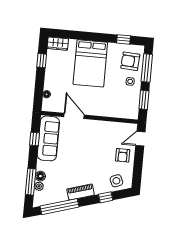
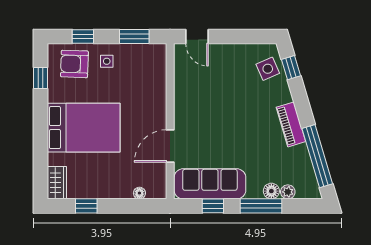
armchair: (130, 61) -> (74, 64), turned 88
window: (147, 68) -> (83, 37), width x0.46
armchair: (123, 155) -> (226, 62), removed
window: (31, 182) -> (261, 206), moved
window: (106, 197) -> (291, 68), moved

